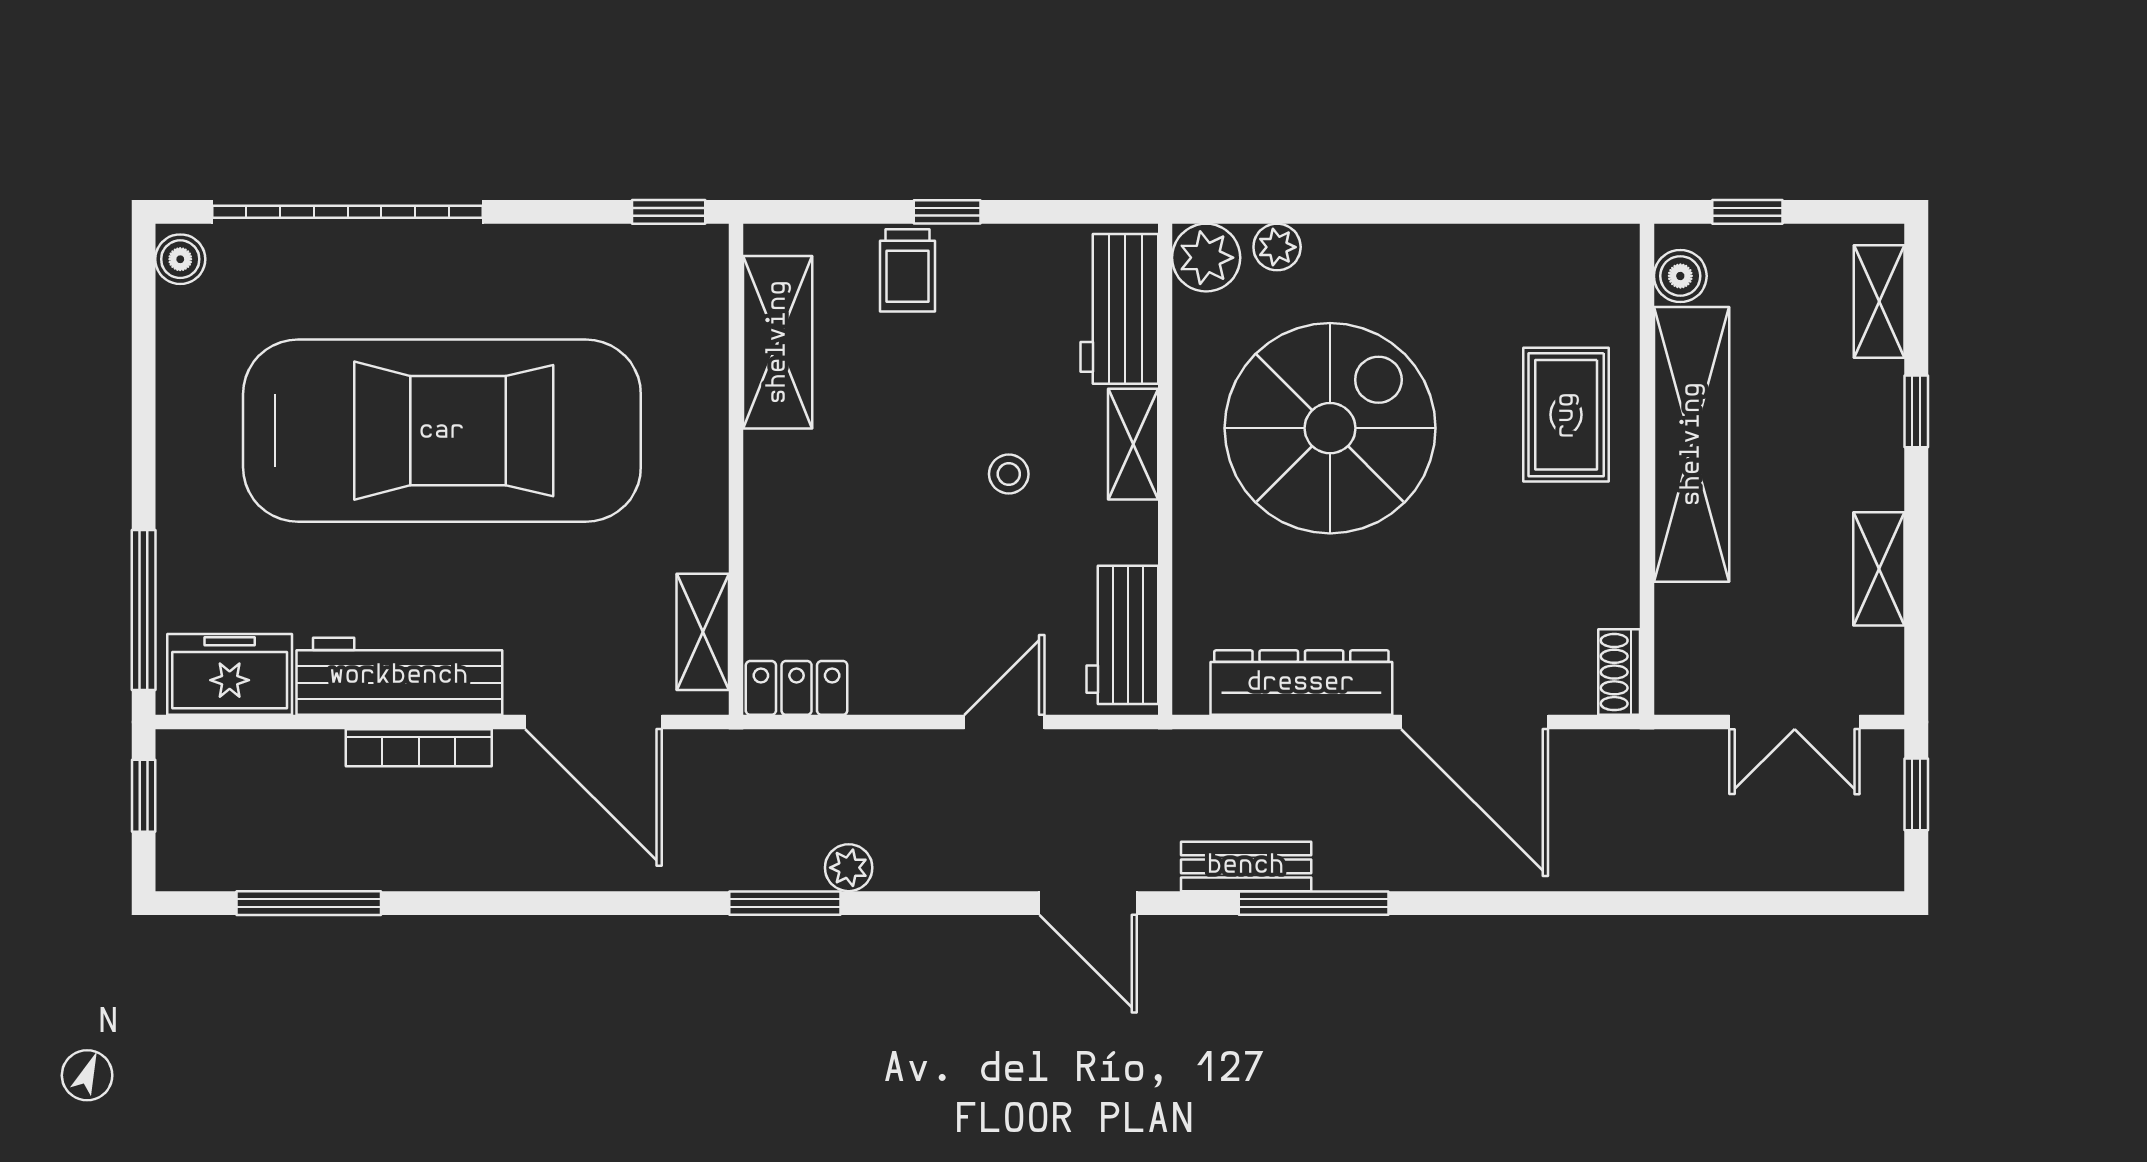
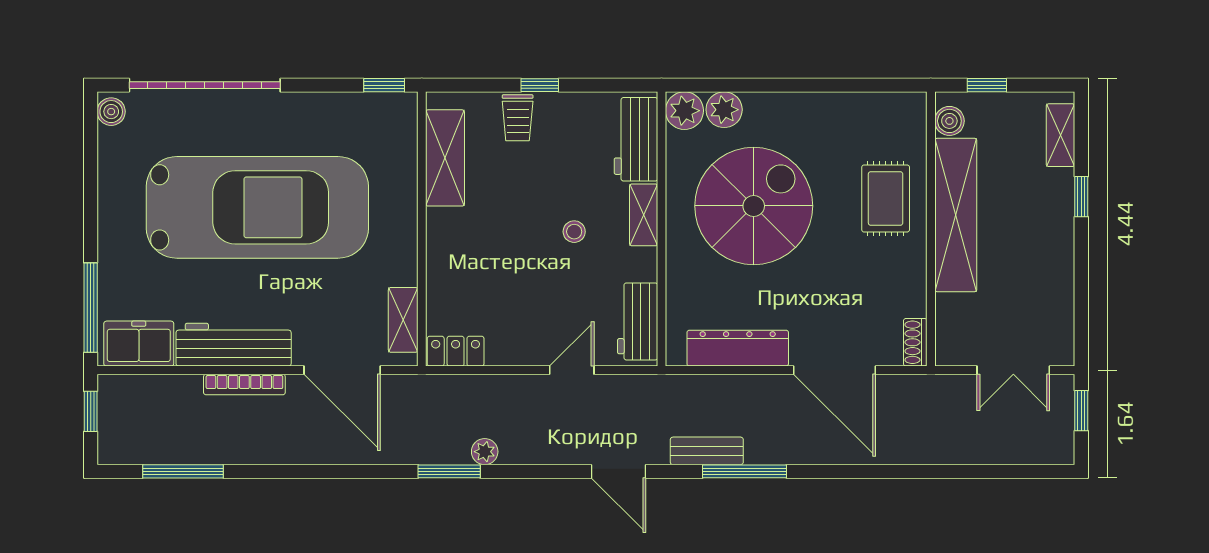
plant: (1277, 247) -> (724, 110), width x1.38, depth x1.38
shelving: (1879, 569) -> (1060, 285), removed

